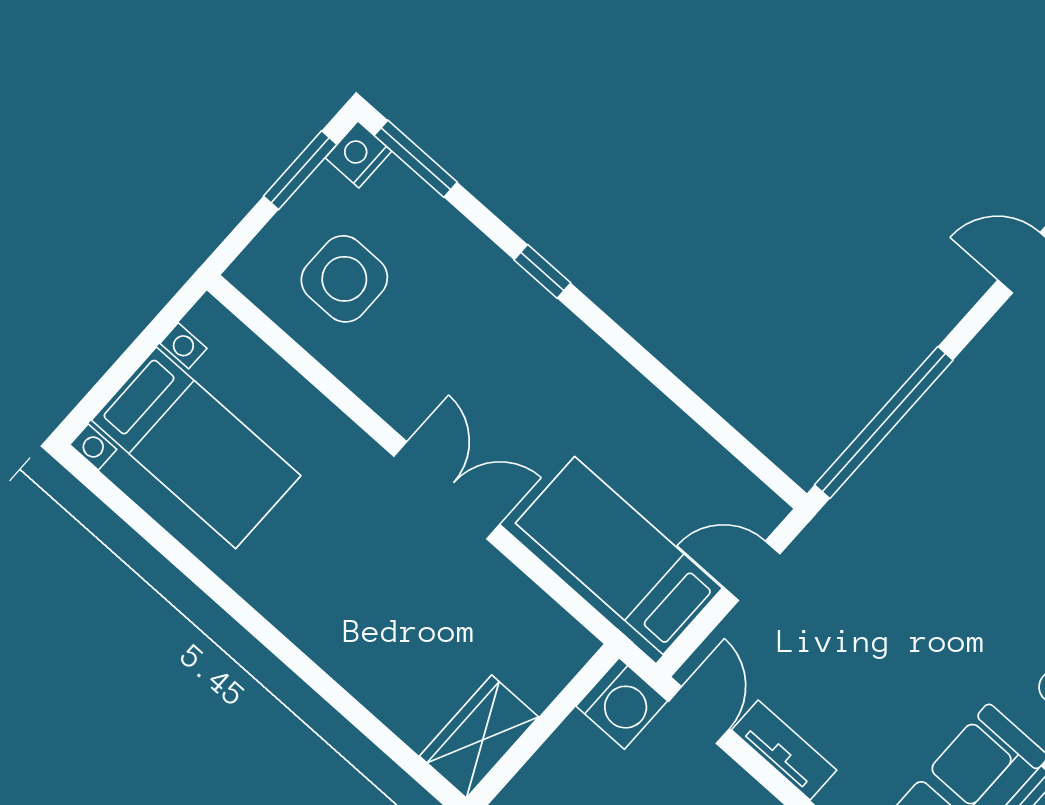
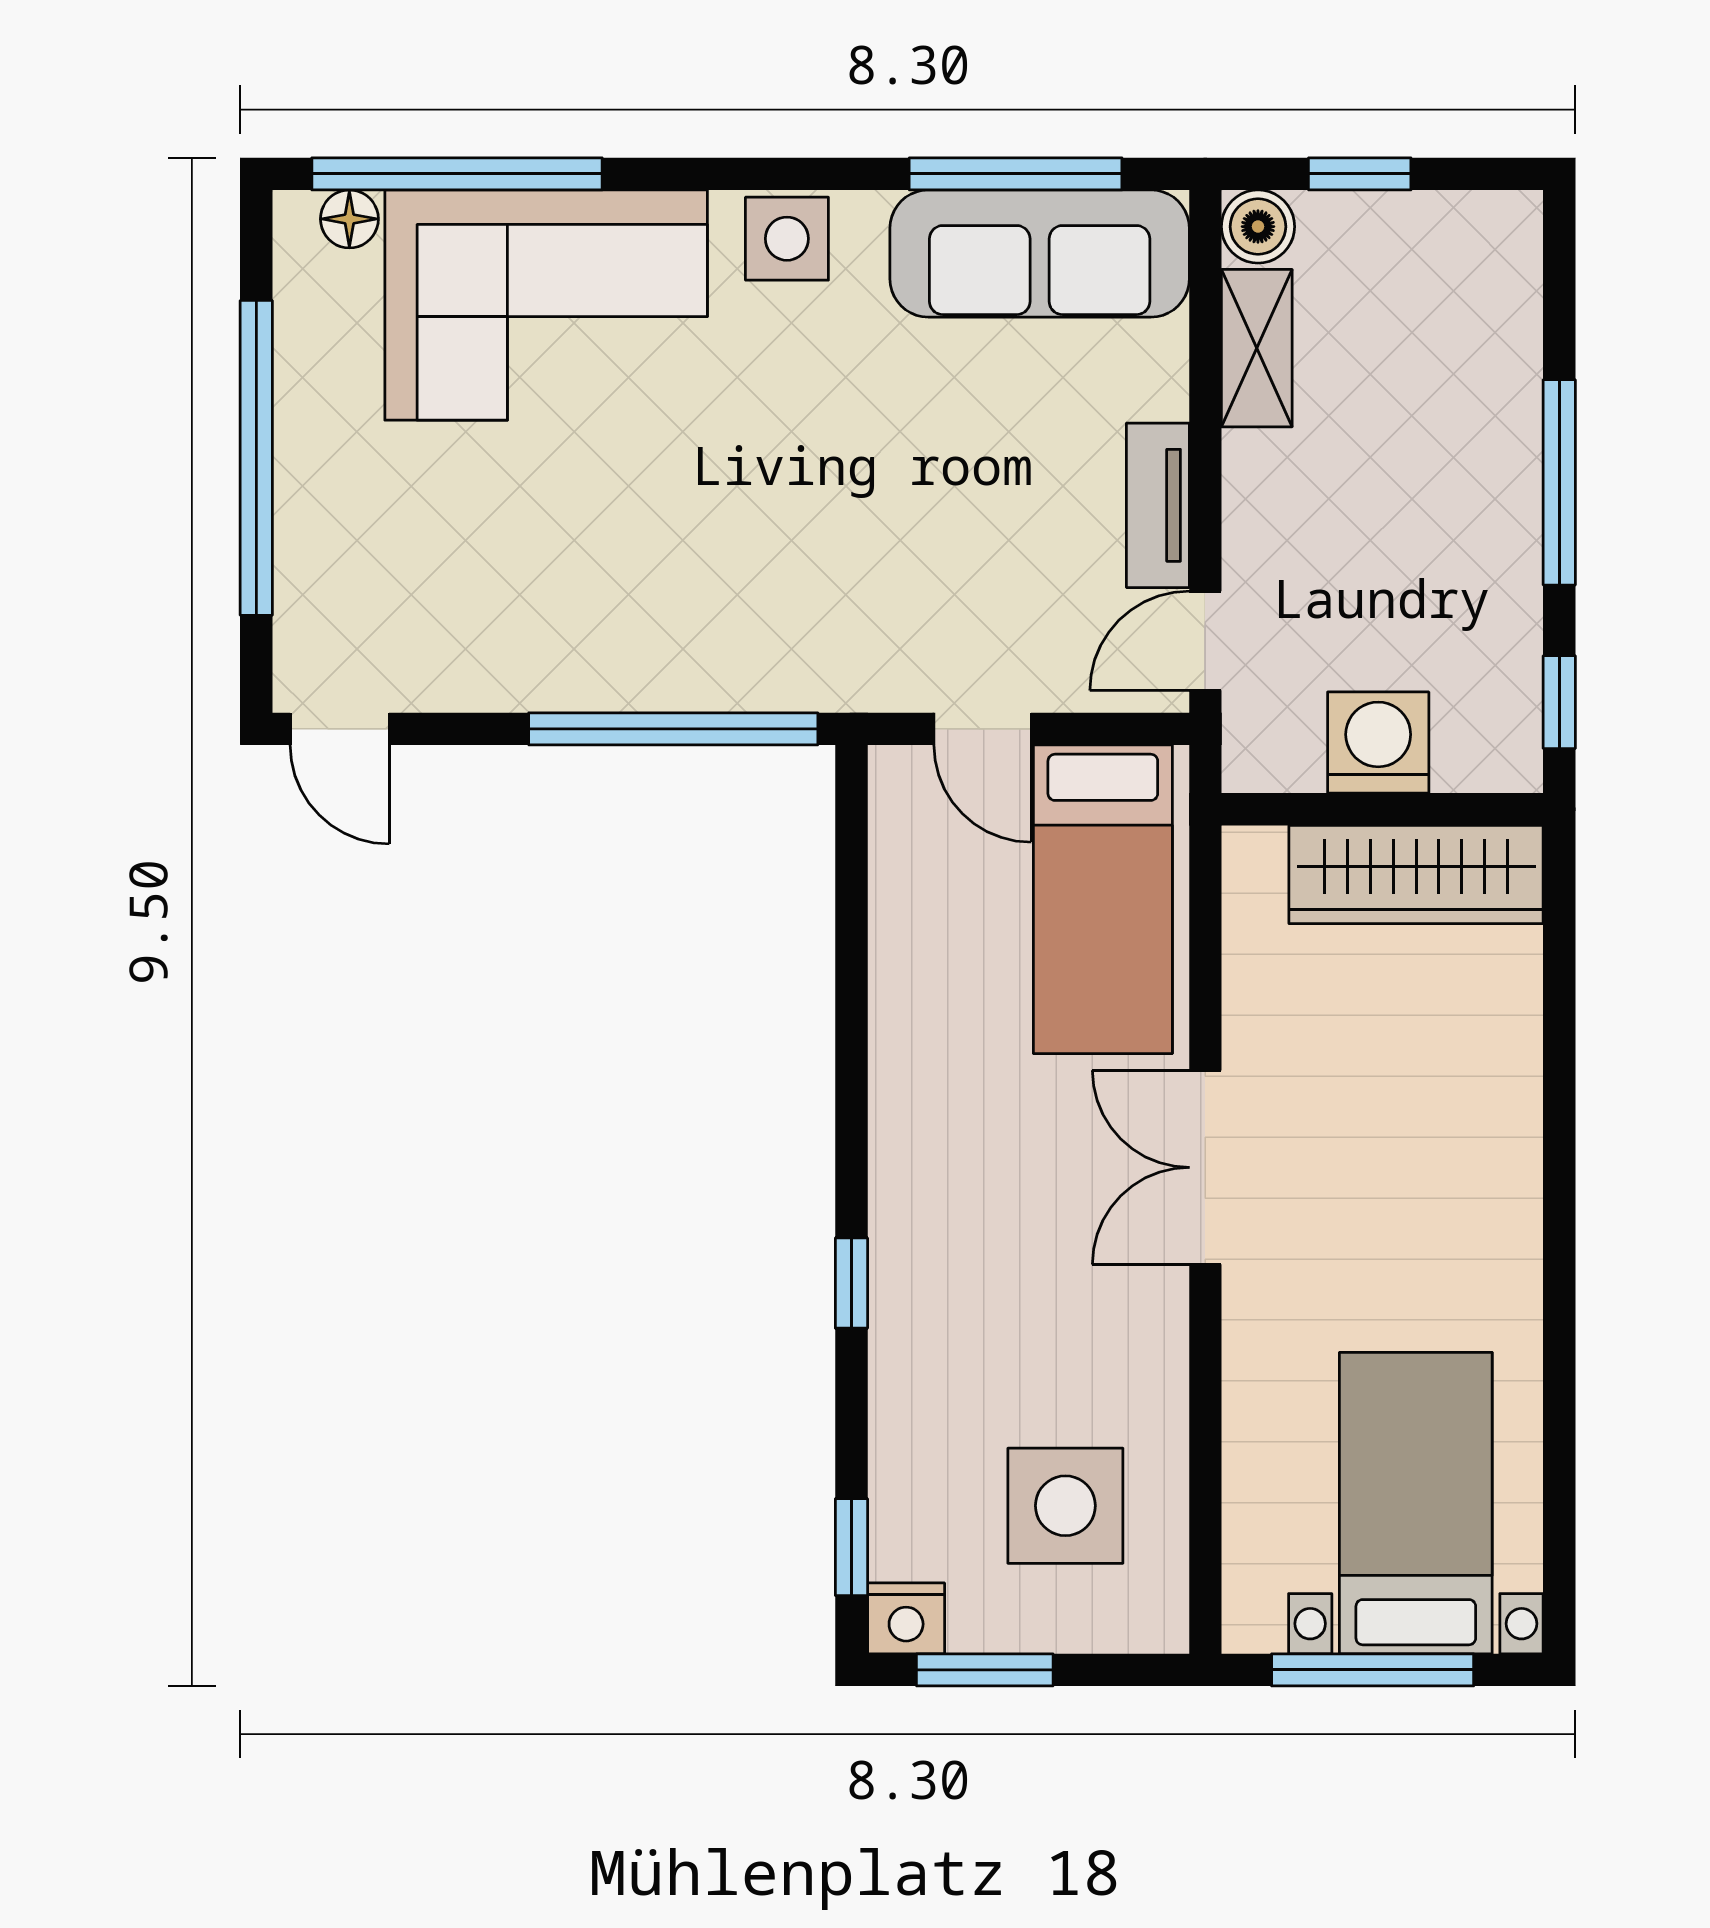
window: (416, 159) -> (851, 1547), width x0.67
window: (135, 356) -> (1373, 1670), added
washing machine: (622, 704) -> (1378, 743), moved
wardrobe: (479, 736) -> (1416, 875), width x1.50

